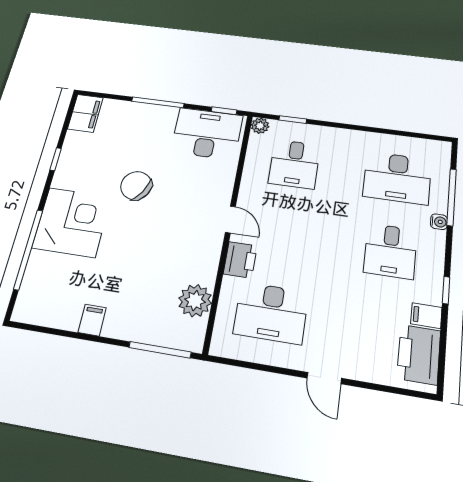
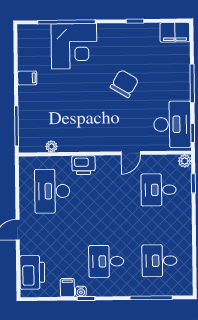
desk: (397, 178) -> (159, 261), width x0.73
door: (230, 219) -> (131, 153), moved
corner desk: (72, 222) -> (74, 46), moved
water cooler: (439, 222) -> (81, 291), moved
plant: (195, 301) -> (51, 146), width x0.53, depth x0.53
printer: (419, 354) -> (32, 272), moved, turned 90

